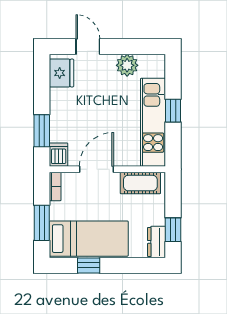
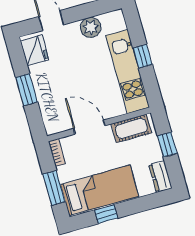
window: (42, 131) -> (27, 90), moved
dishwasher: (59, 155) -> (52, 123), removed
door: (96, 169) -> (89, 127), hinge flipped
window: (173, 230) -> (167, 145), moved

